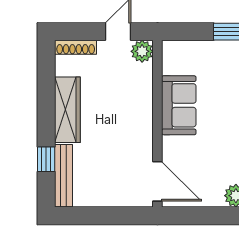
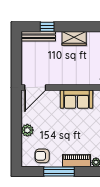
wardrobe: (67, 110) -> (74, 38), width x0.67

